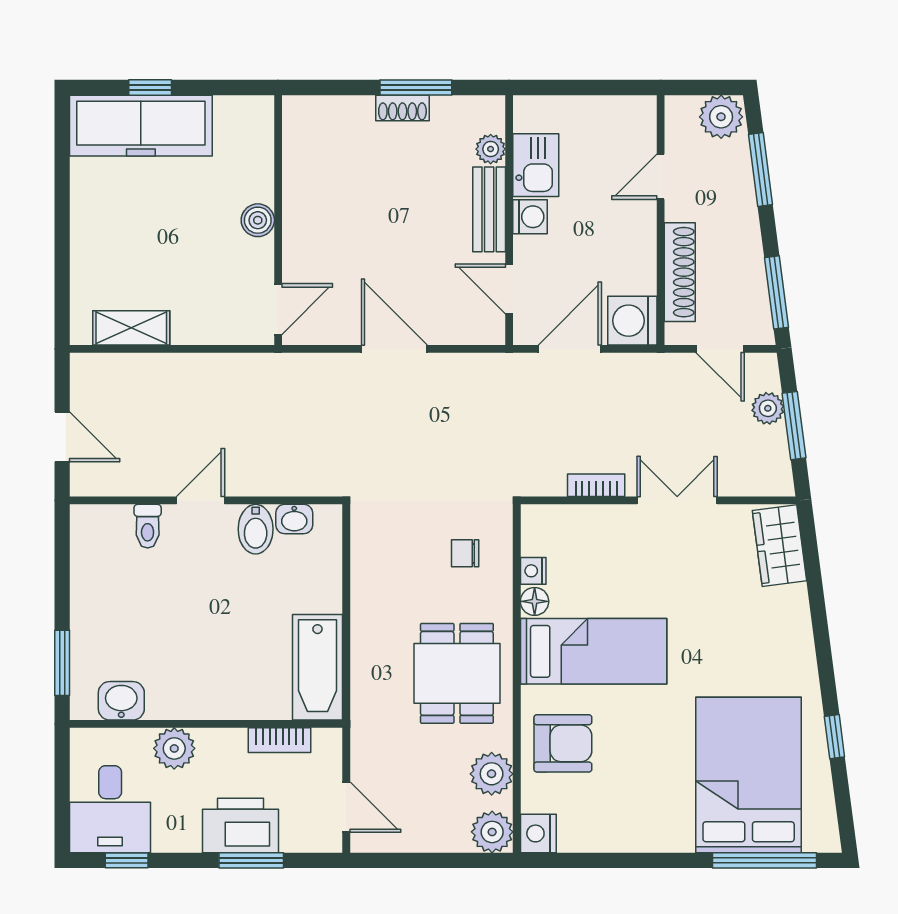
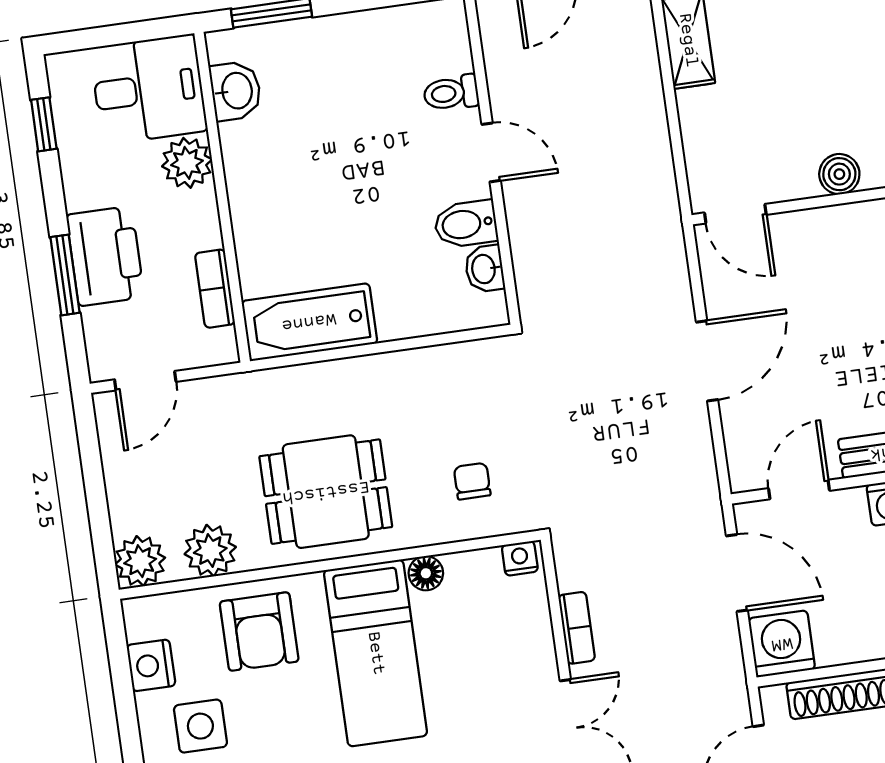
nightstand: (533, 571) -> (520, 558), moved
side table: (633, 802) -> (200, 726), added
desk: (110, 809) -> (149, 89), moved, turned 180
nightstand: (538, 833) -> (151, 665), moved, turned -90

